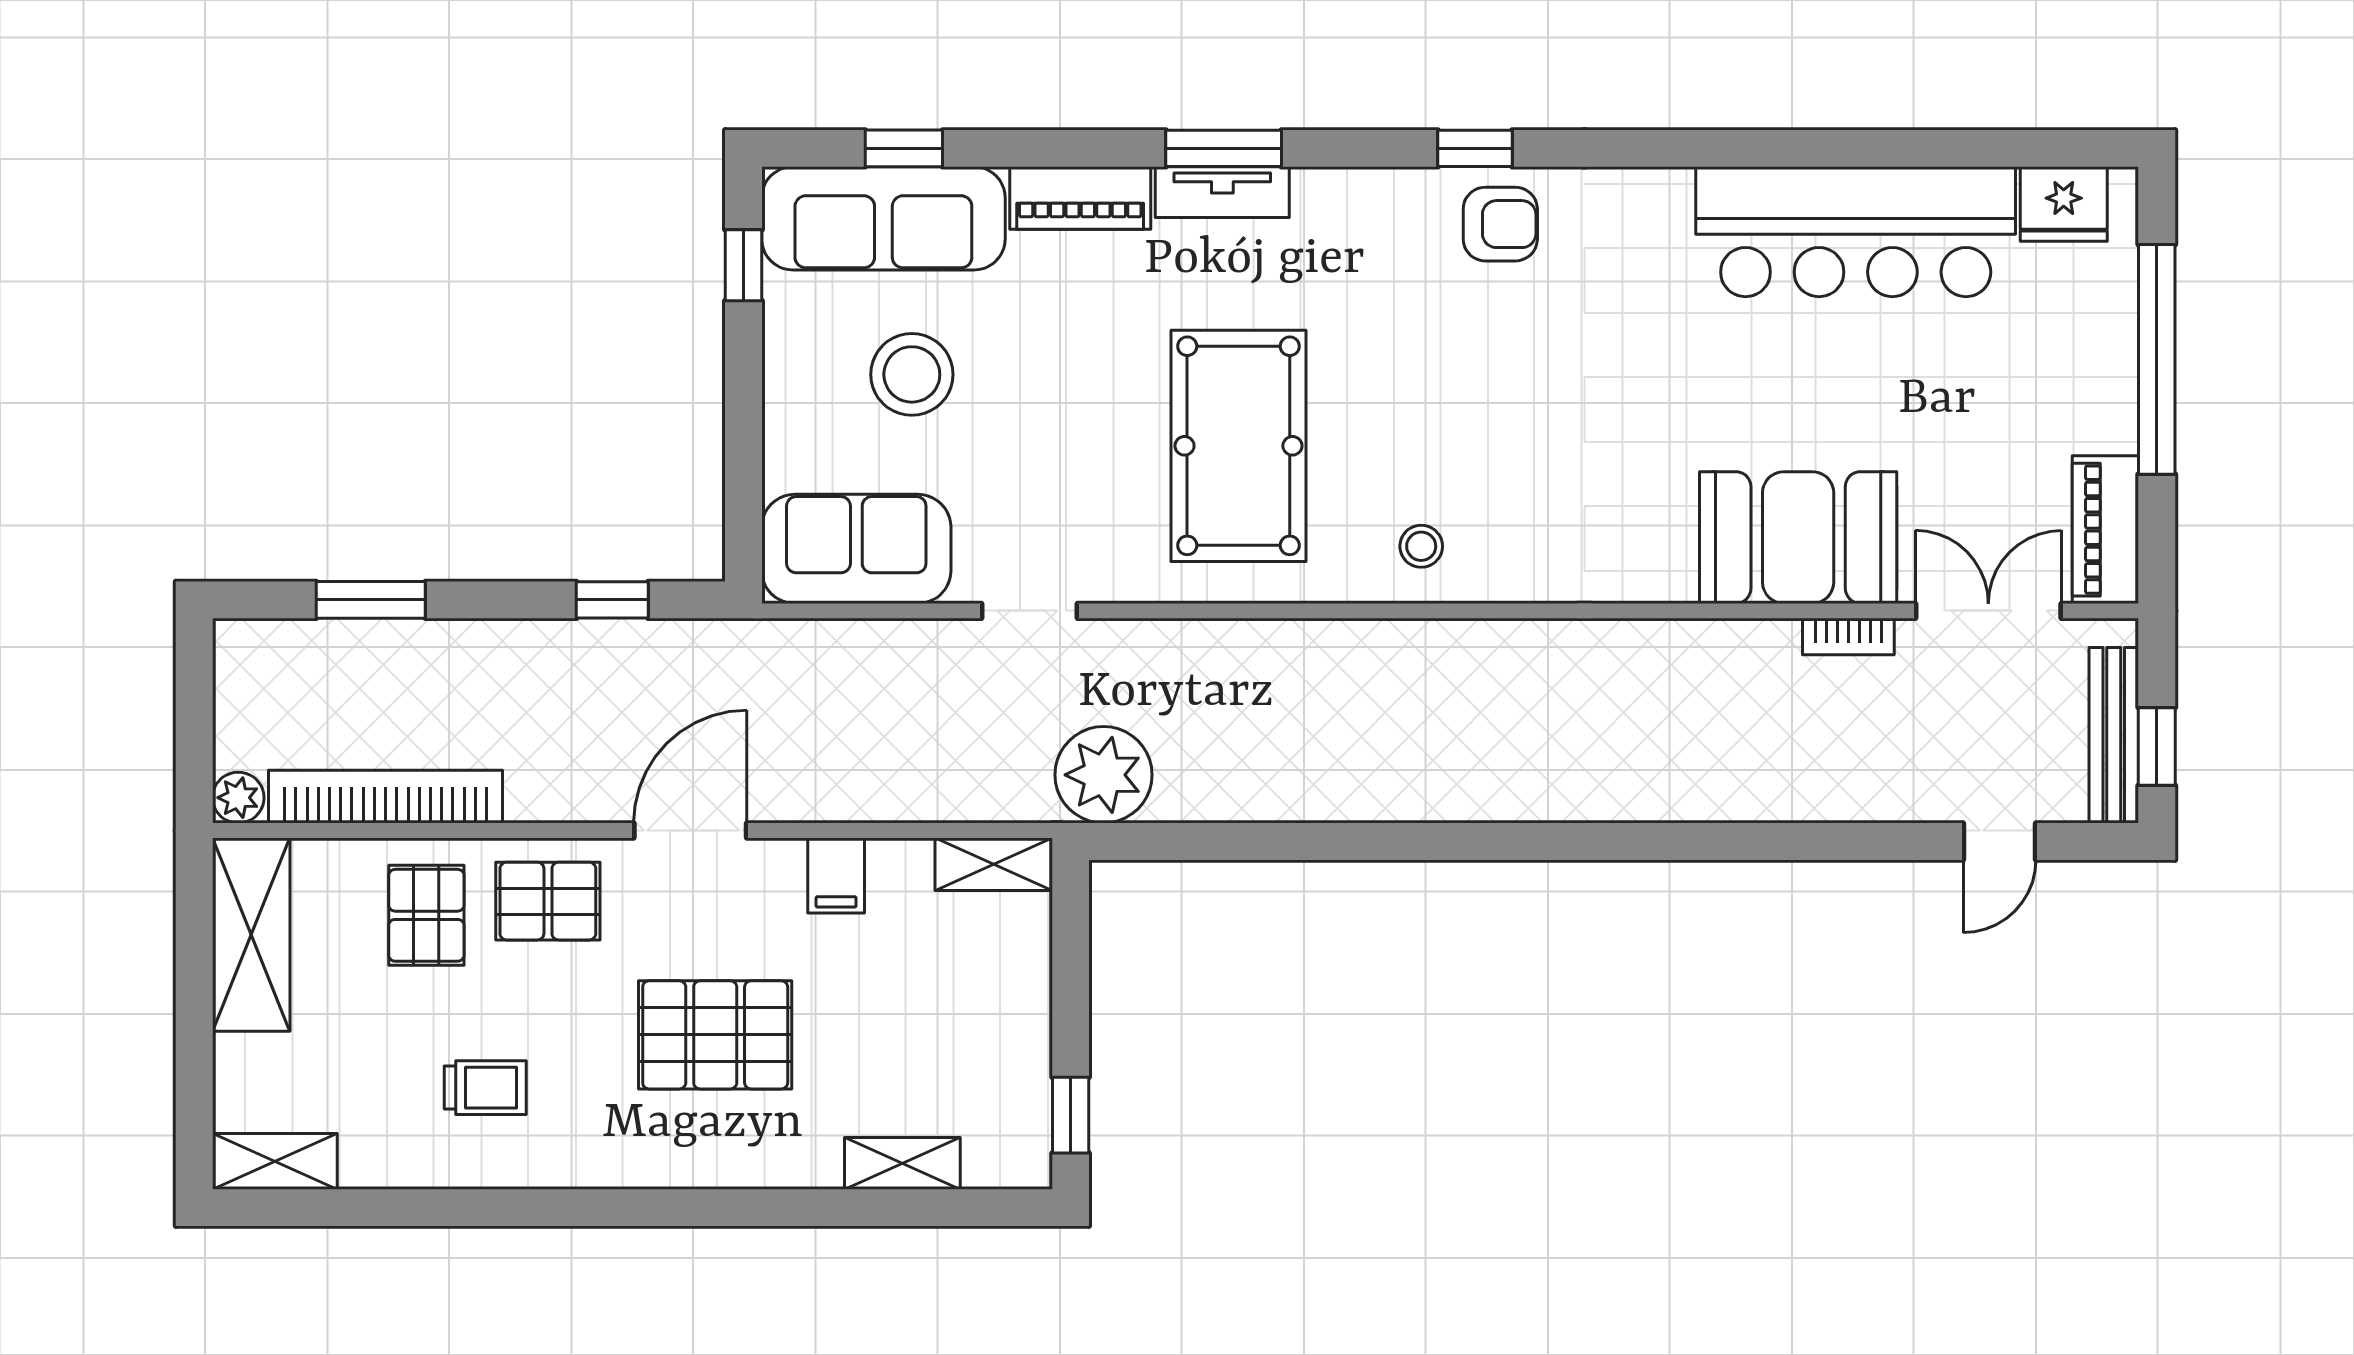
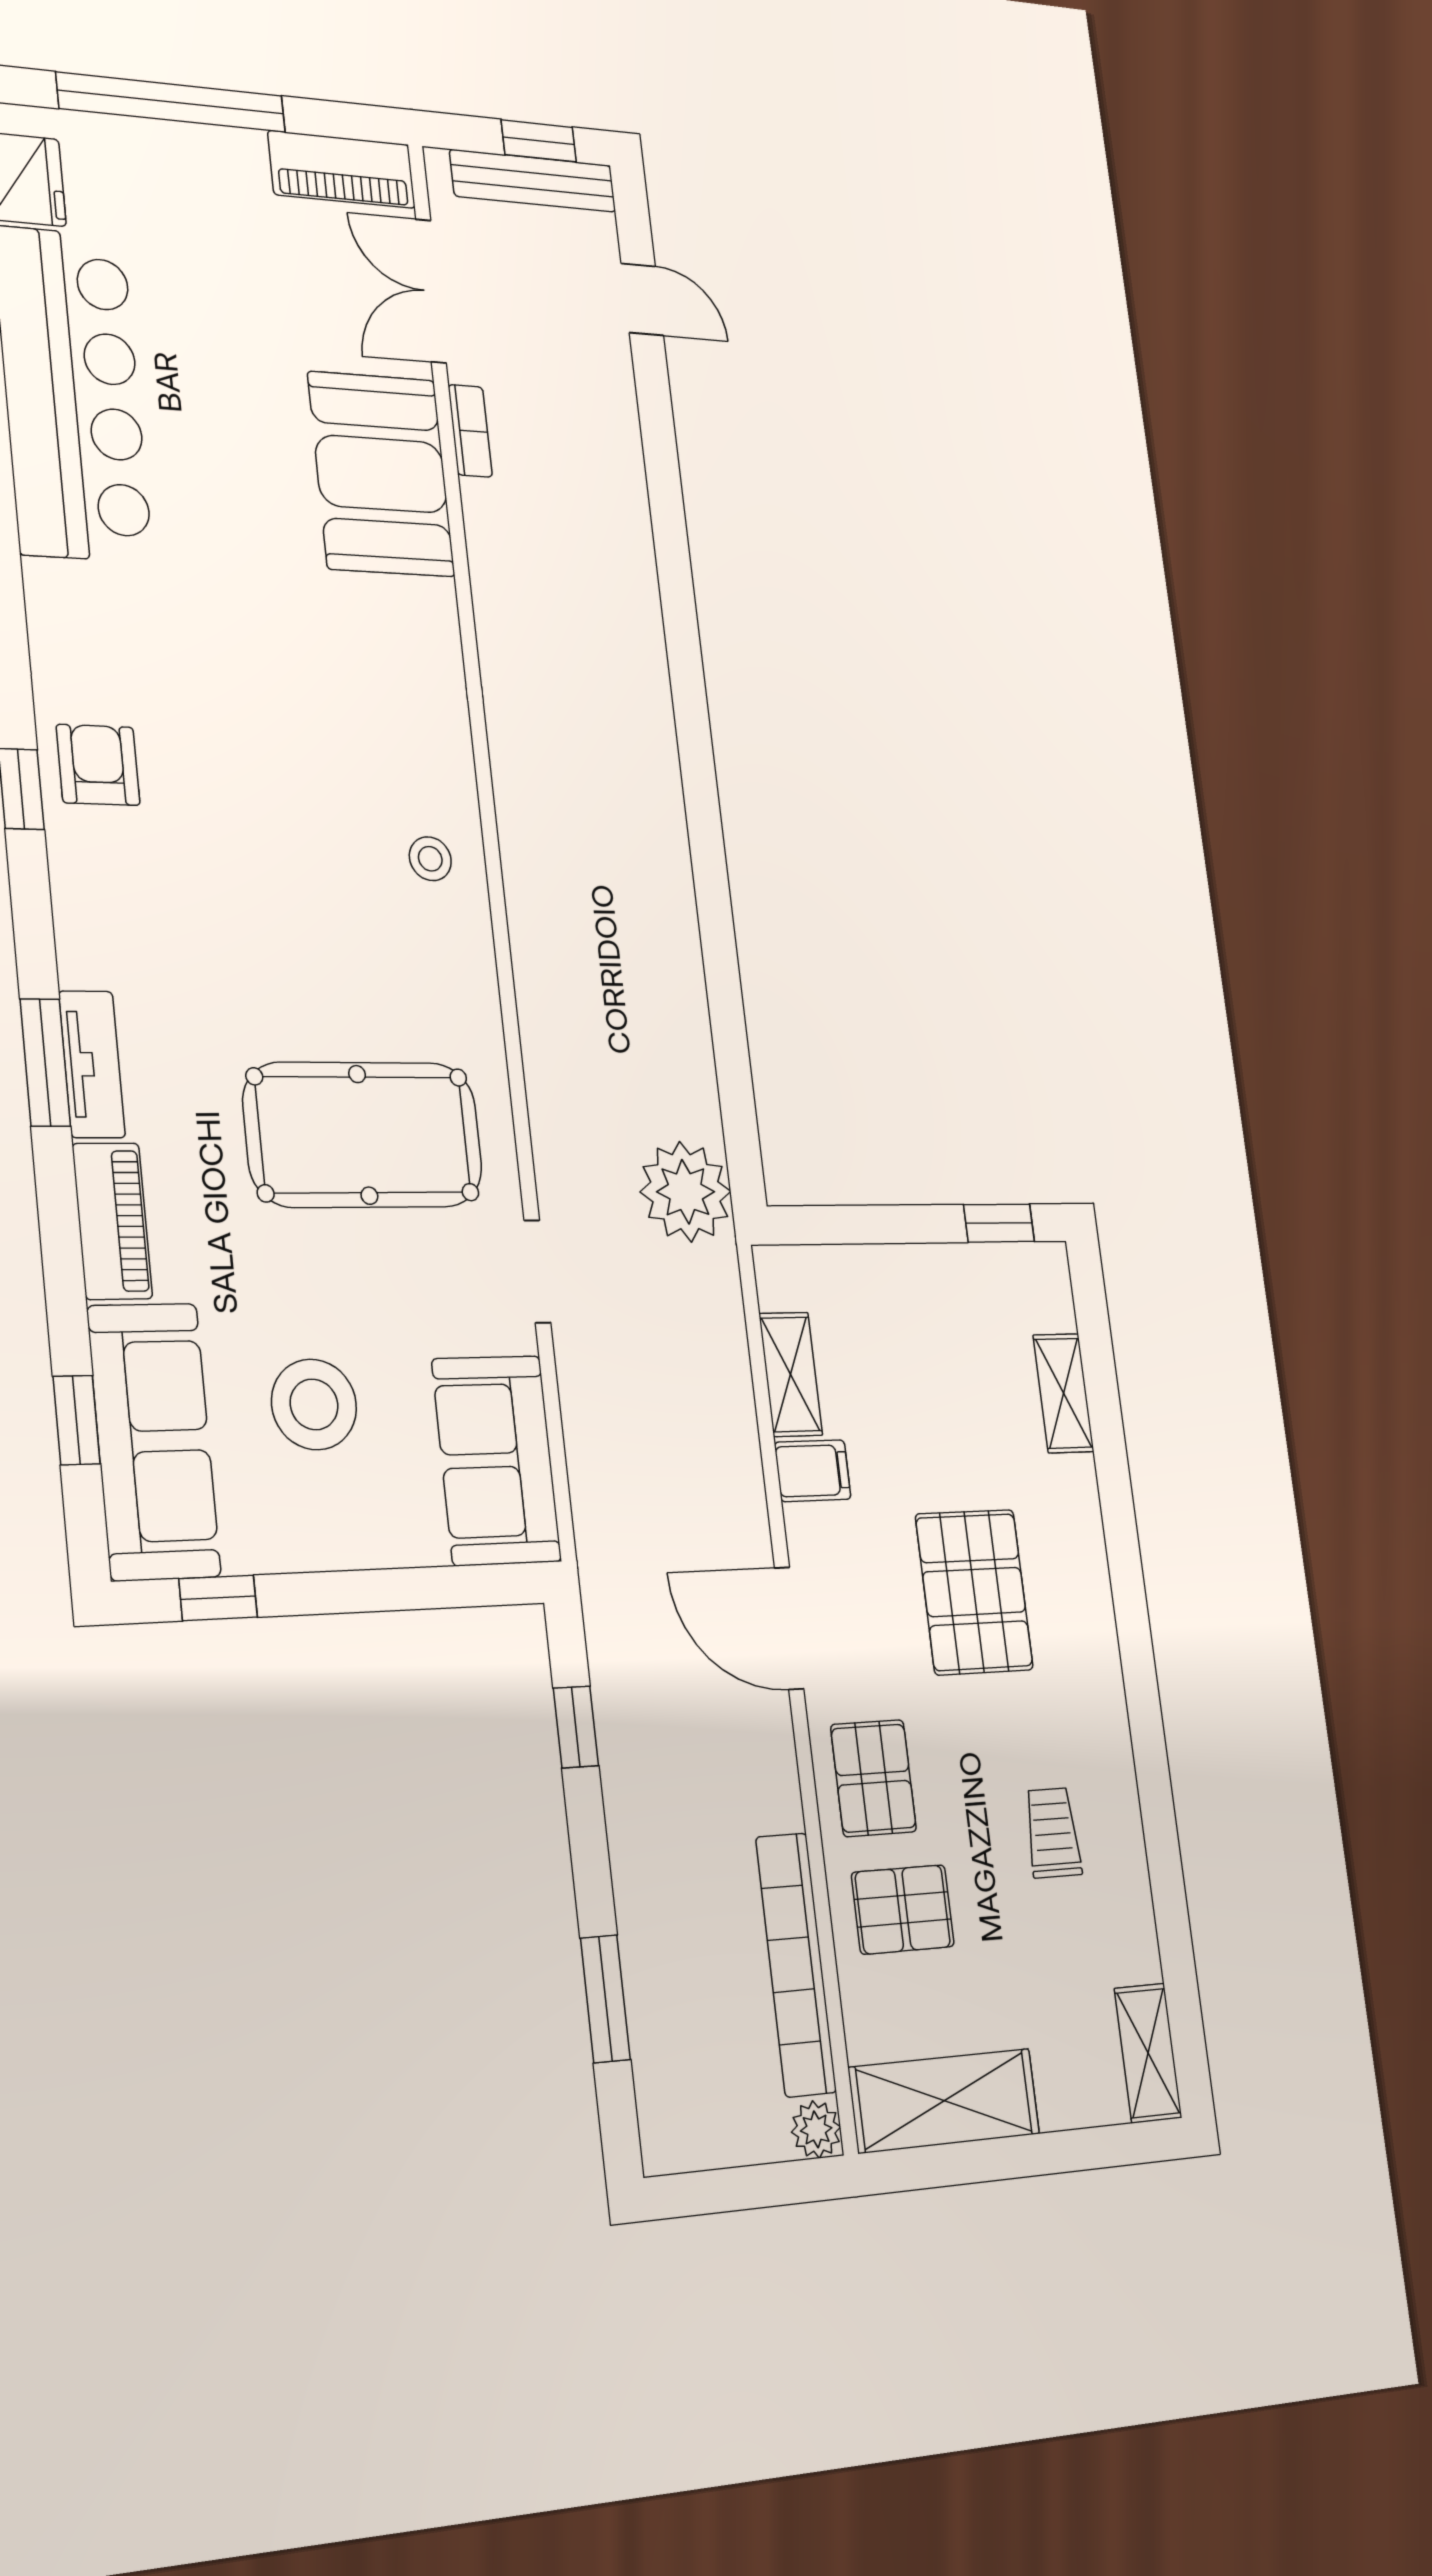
pool table: (1238, 446) -> (363, 1135), moved
shelving: (994, 864) -> (791, 1374), moved

